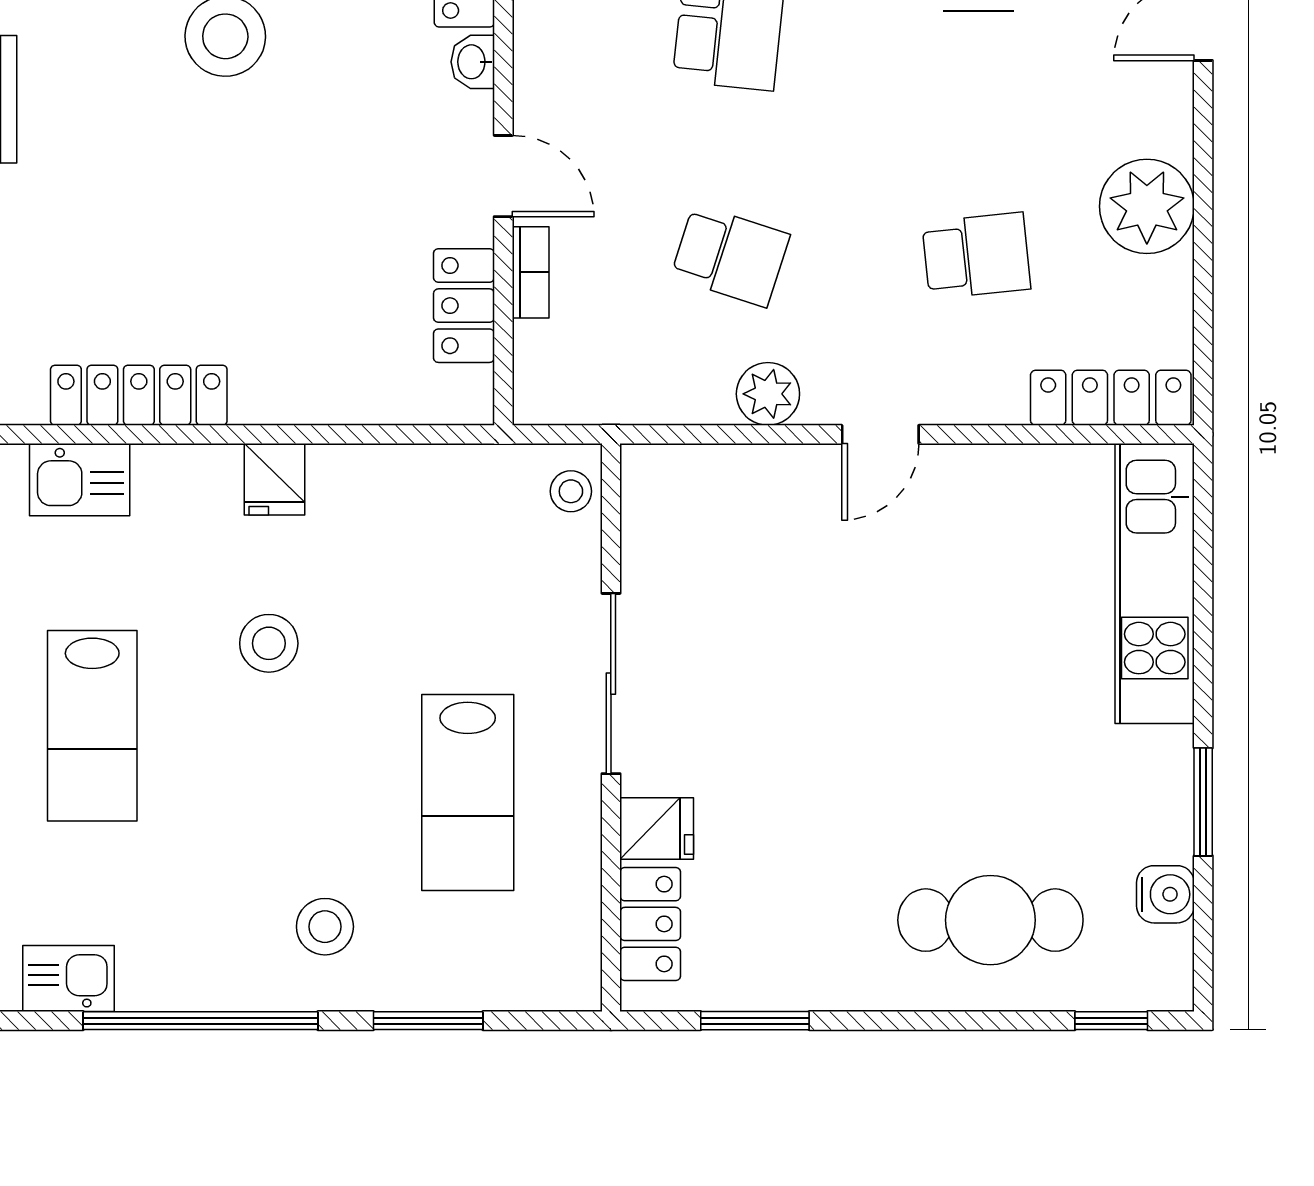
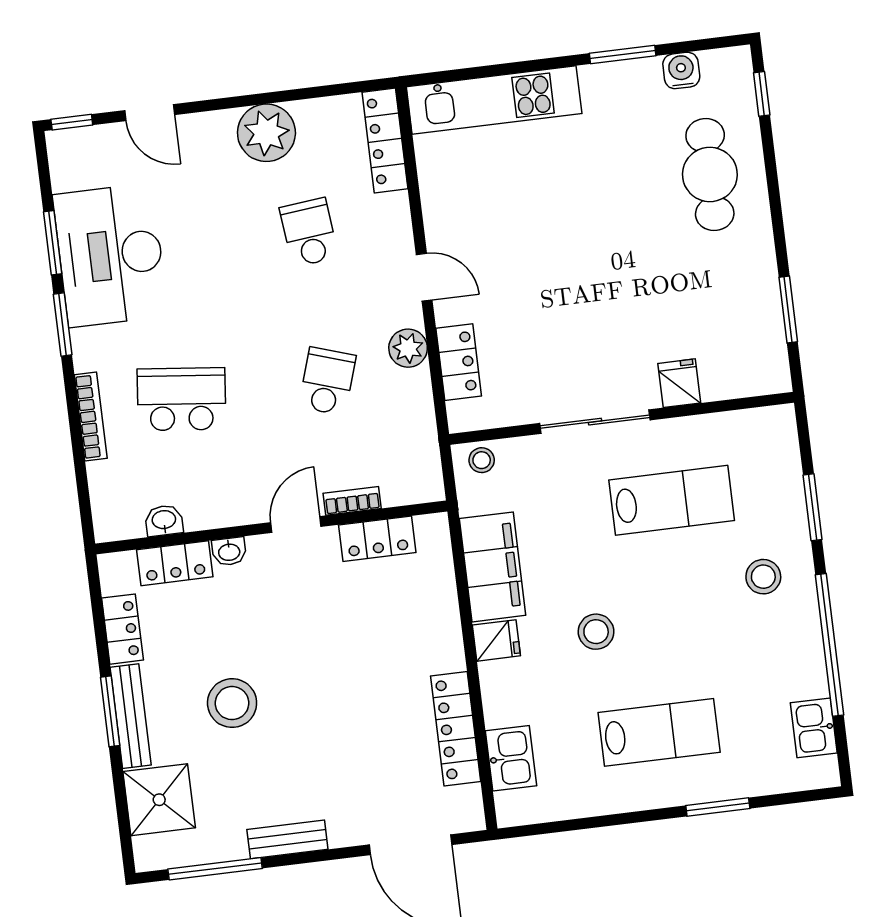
filing cabinet: (395, 488) -> (493, 567), added
locker: (650, 924) -> (459, 362), moved, turned 90

